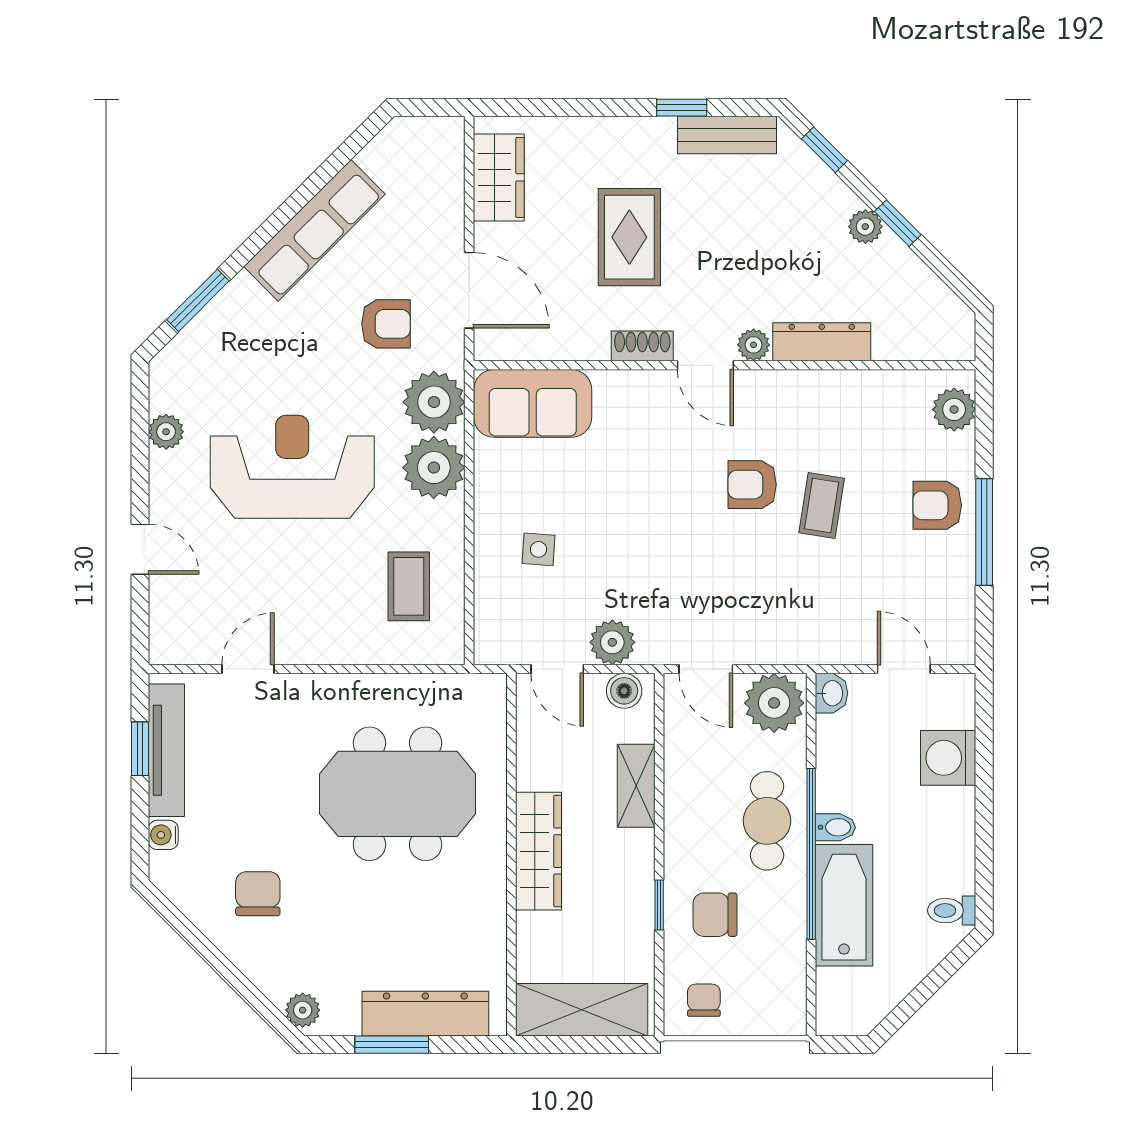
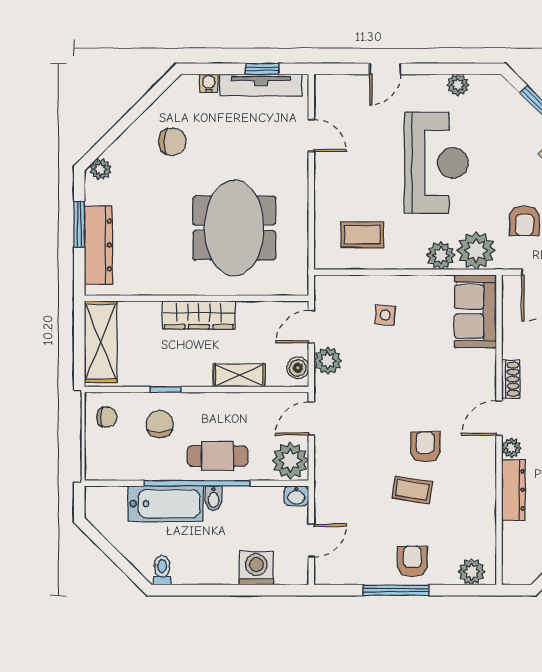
plant: (434, 468) -> (441, 255), width x0.73, depth x0.73

